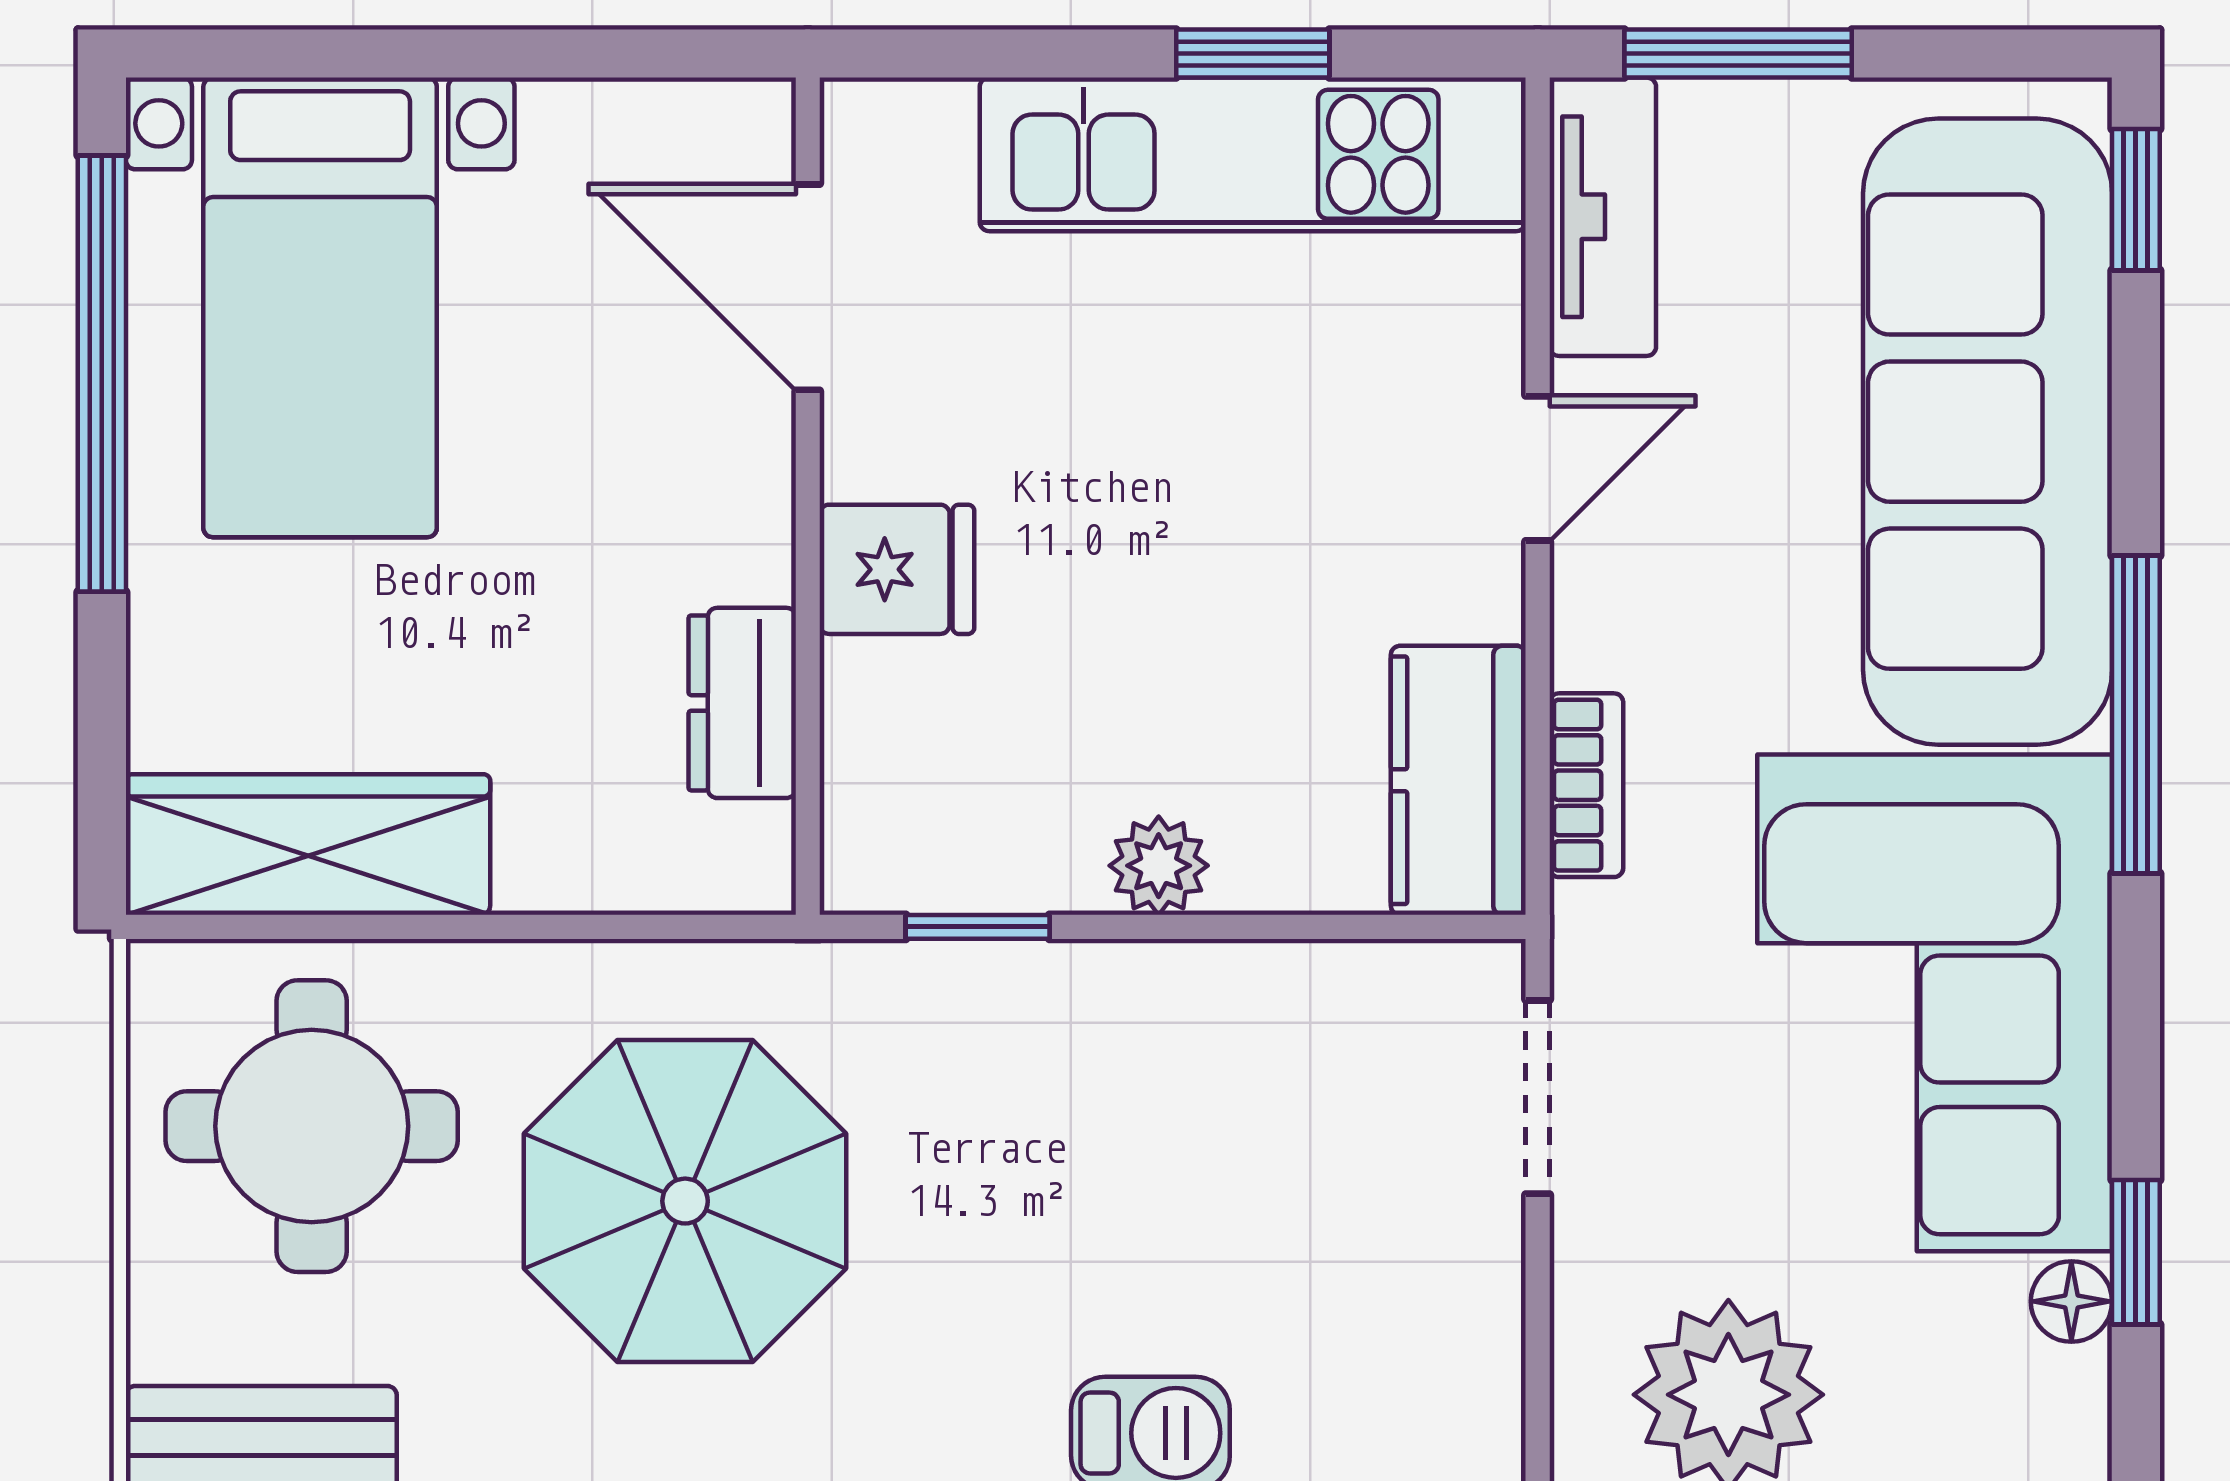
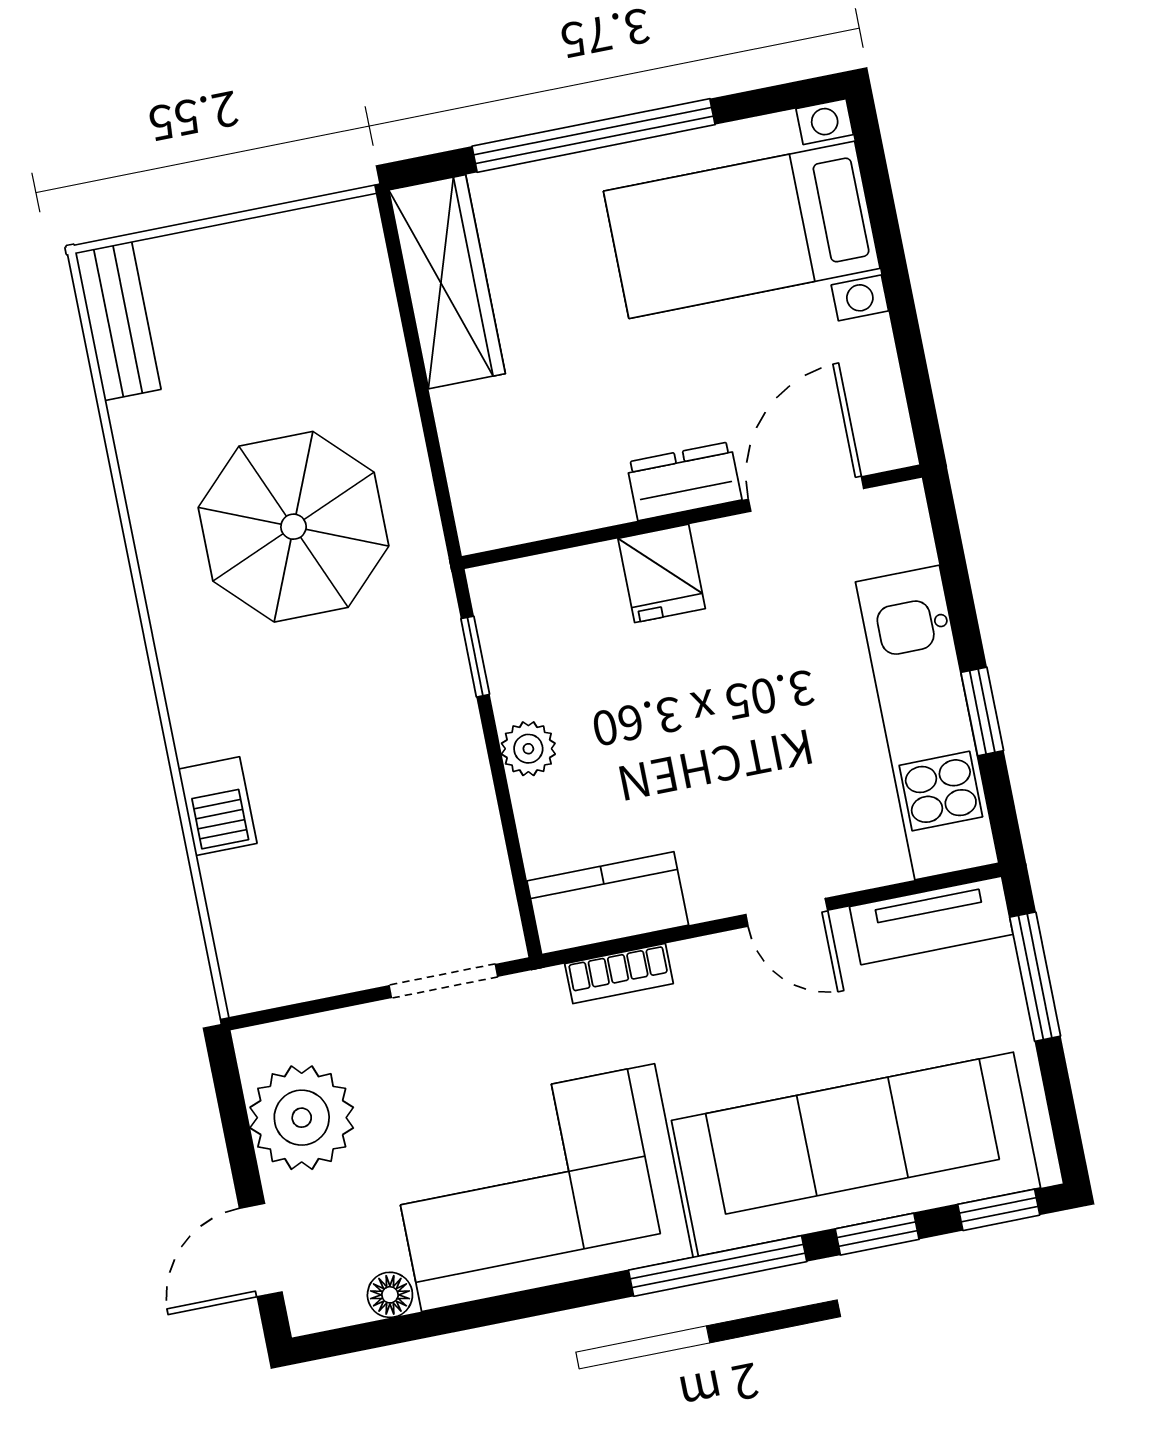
window: (102, 374) -> (594, 135), moved
dresser: (742, 703) -> (684, 481), moved
round table: (312, 1126) -> (294, 315), removed
window: (2136, 1252) -> (877, 1234), moved

